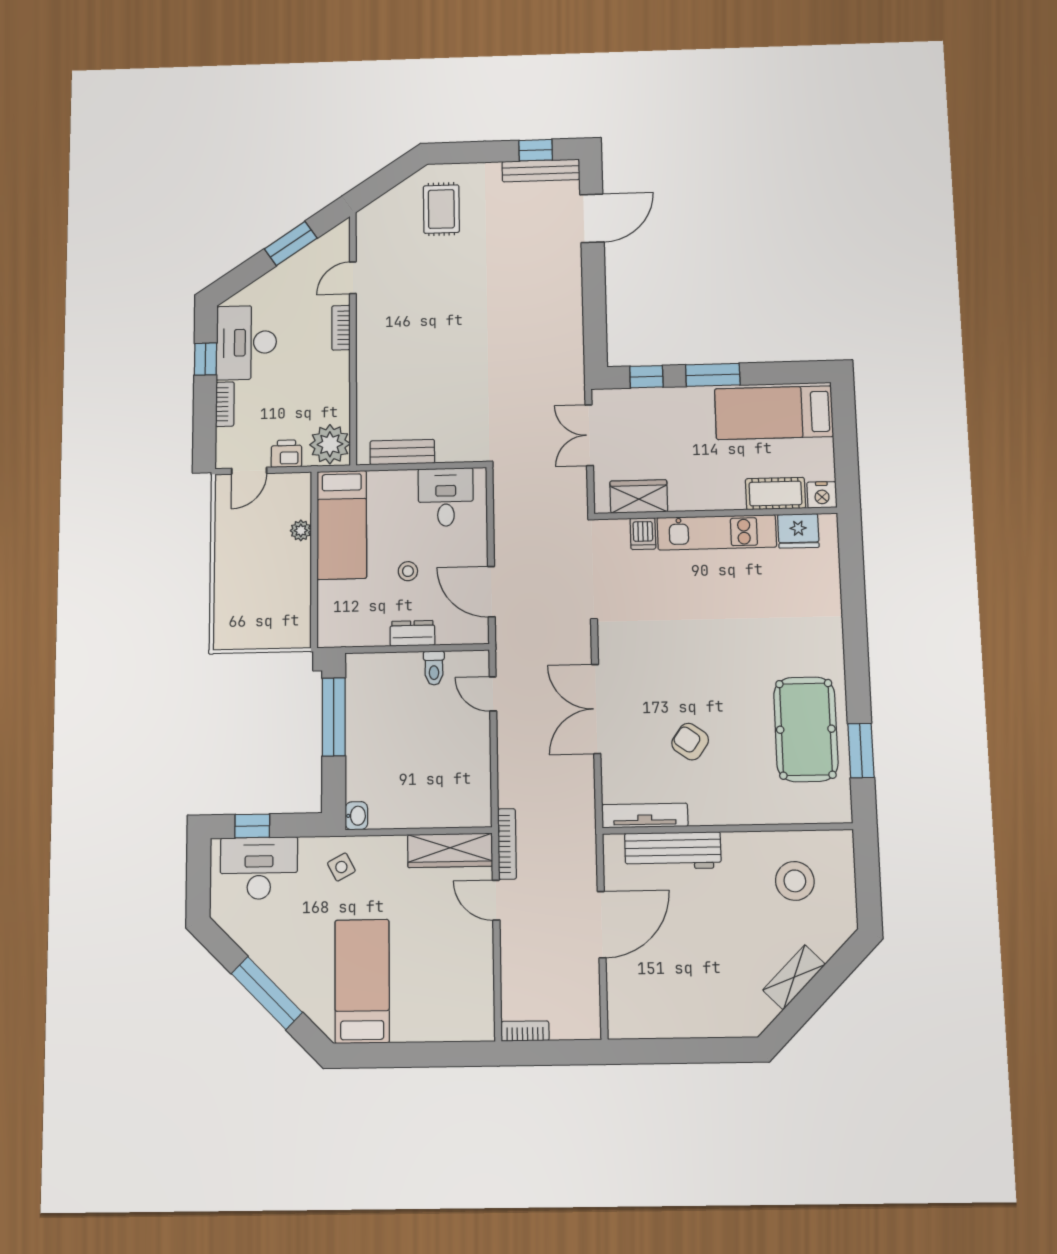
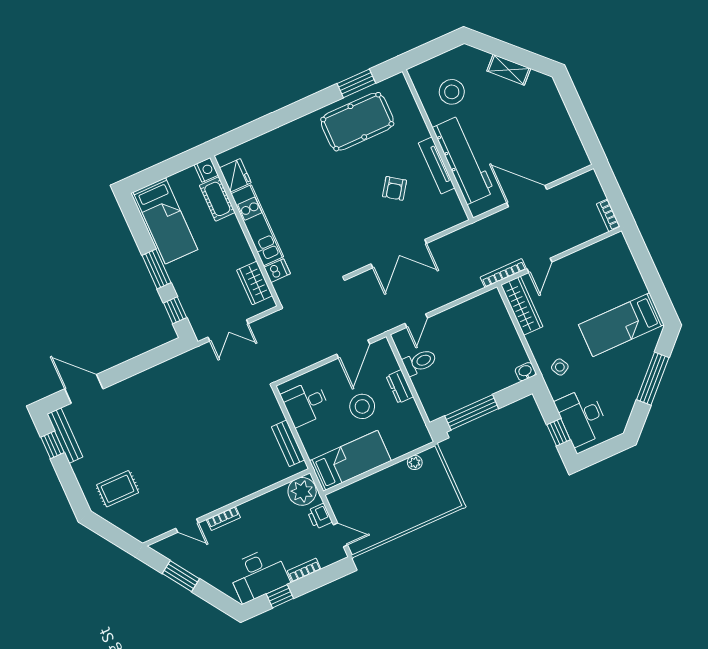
plant: (301, 530) -> (415, 462), moved
stool: (408, 571) -> (362, 406), width x1.89, depth x1.89
toilet: (434, 668) -> (420, 362), width x1.37, depth x1.39
tv unit: (645, 816) -> (437, 165), moved
workbench: (673, 851) -> (464, 160), width x1.36, depth x1.32

